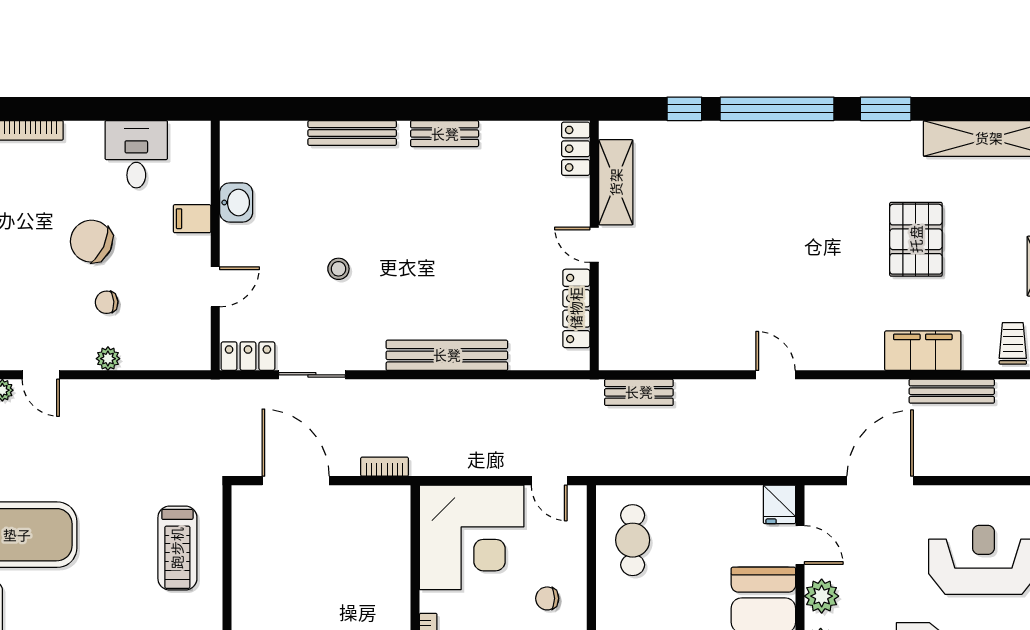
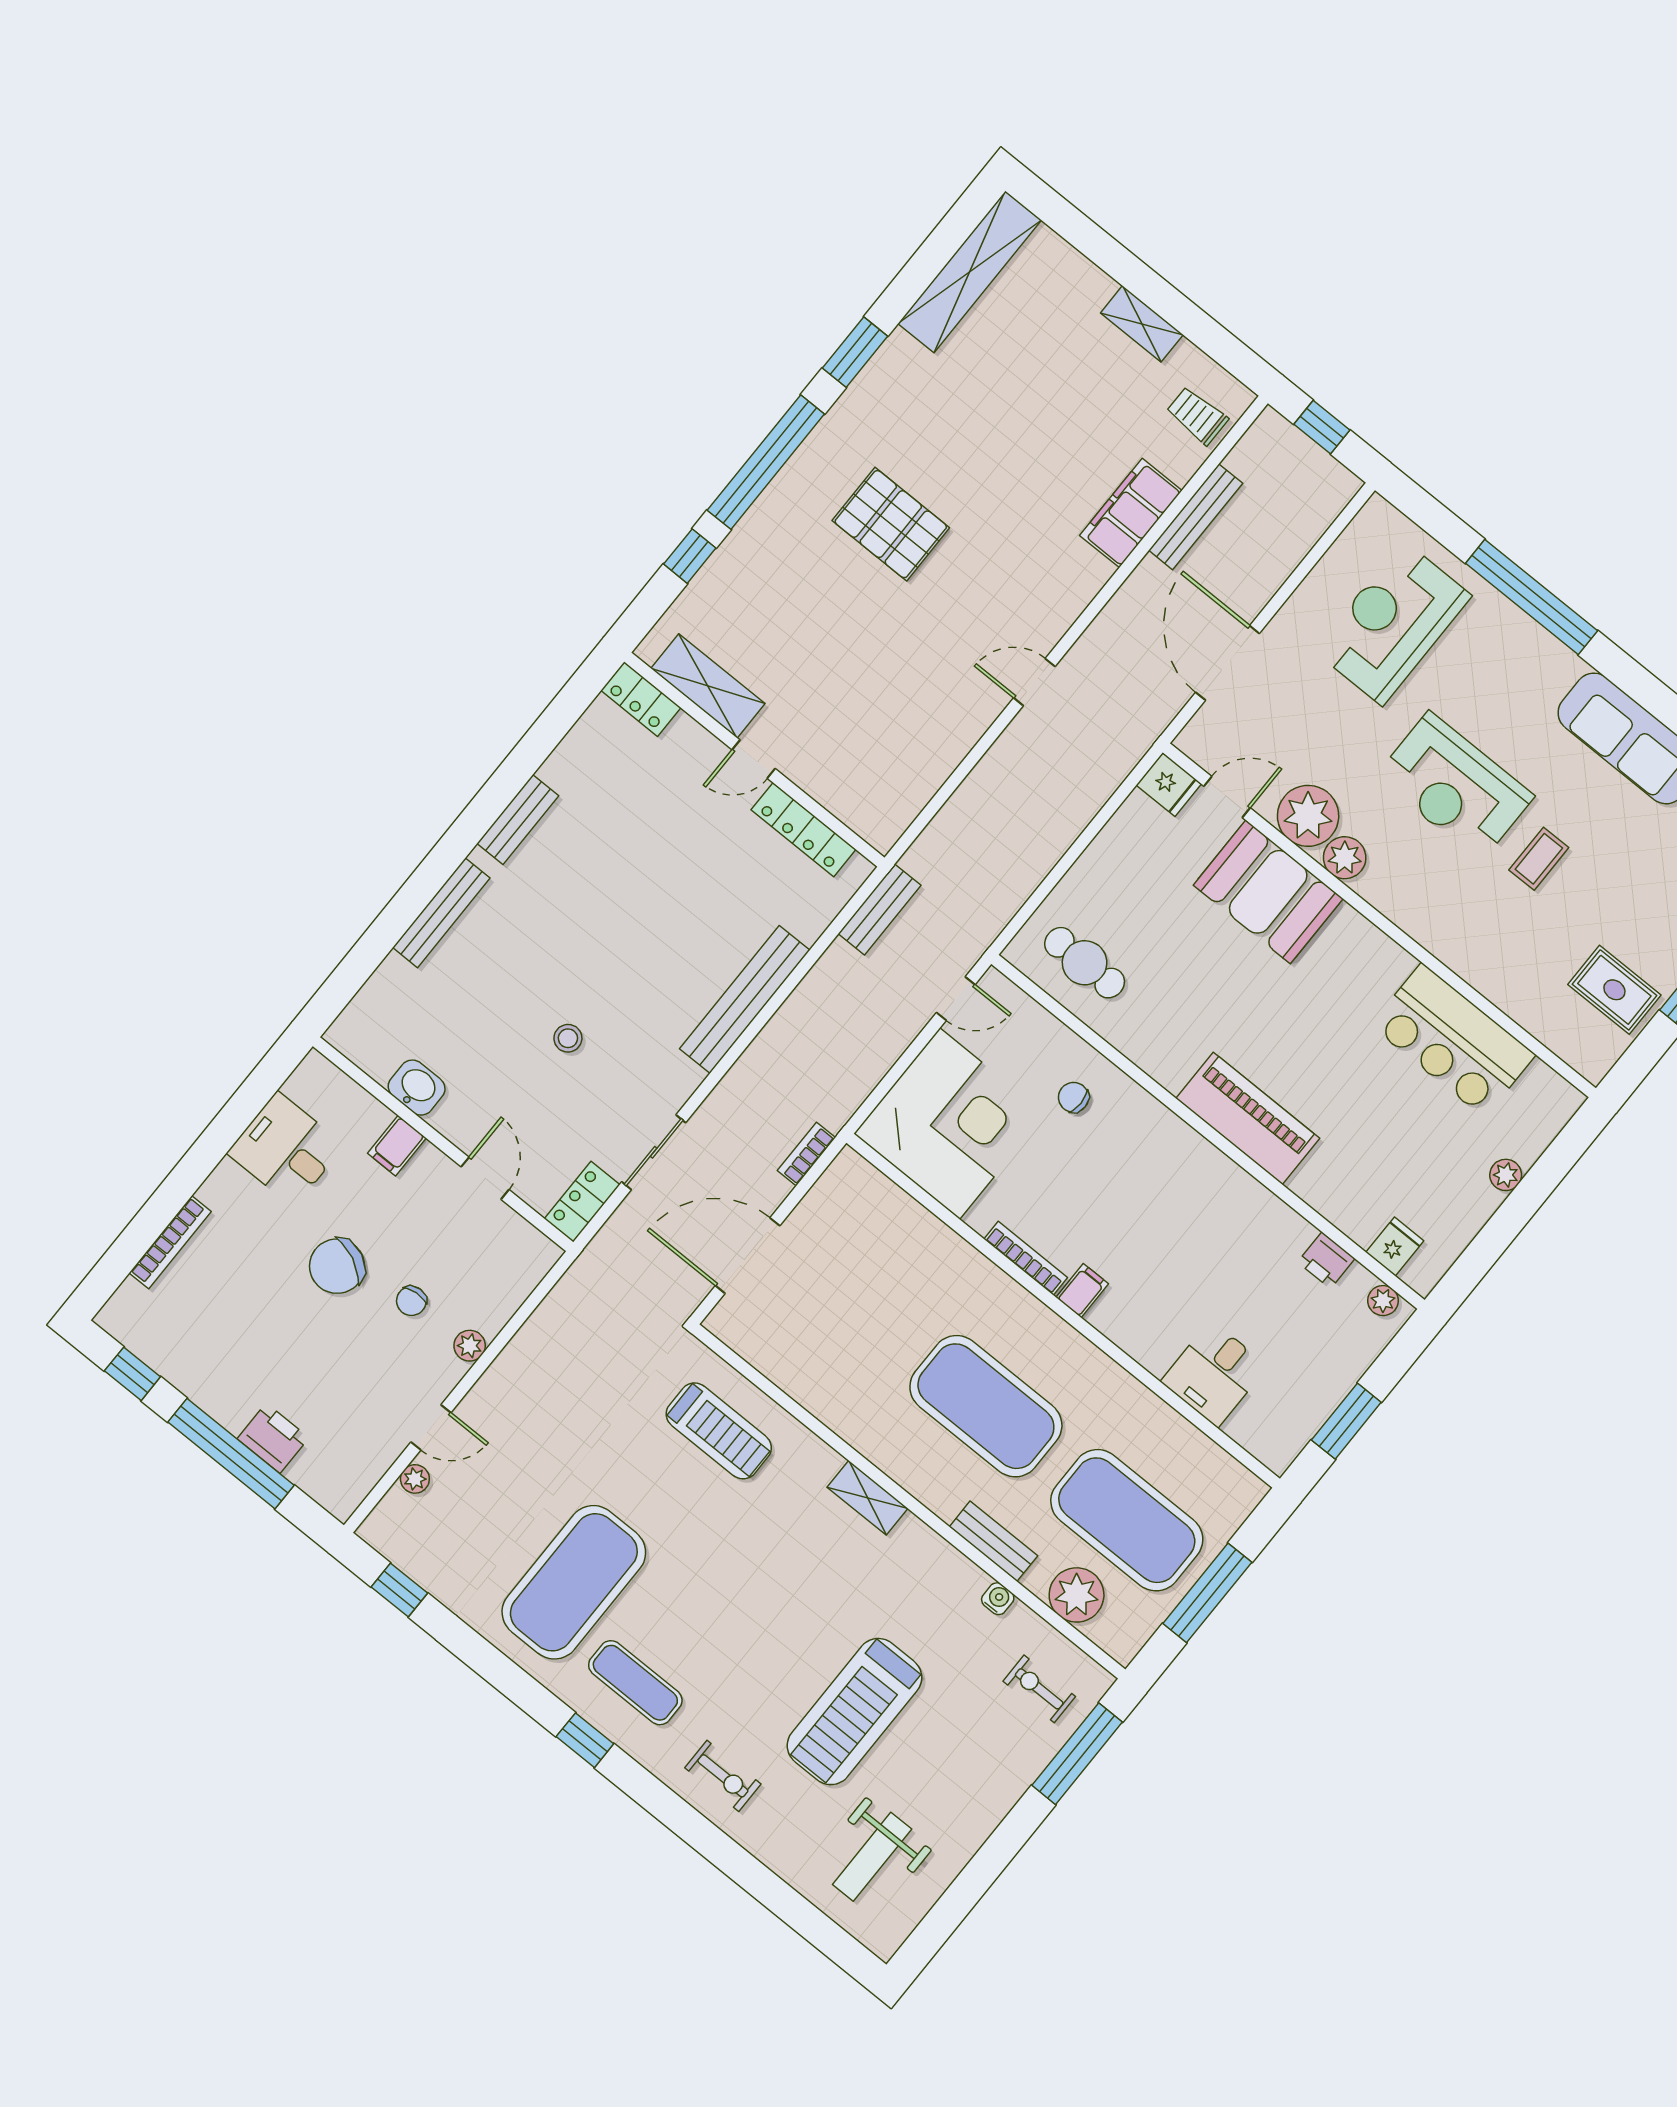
pallet: (916, 239) -> (891, 524), moved
bench: (639, 392) -> (880, 910), moved
plant: (822, 596) -> (1308, 816), width x1.36, depth x1.36
chair: (547, 598) -> (1074, 1097), turned 90

